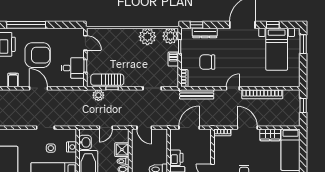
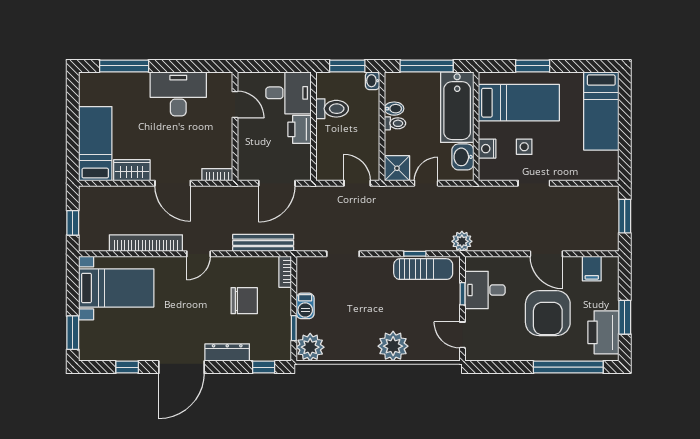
dresser: (205, 33) -> (227, 353), moved
plant: (147, 37) -> (393, 346), moved
bed with nightstands: (277, 49) -> (116, 288), moved, turned 90
armchair: (38, 55) -> (548, 313), turned -90
plant: (98, 95) -> (462, 241), moved
shower: (122, 150) -> (397, 168), moved

